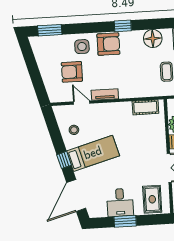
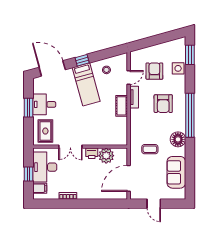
window: (123, 26) -> (190, 115), width x3.17
armchair: (108, 44) -> (163, 104), moved
side table: (82, 47) -> (178, 68), moved
cot: (145, 107) -> (122, 106), moved
rug: (152, 199) -> (45, 131), turned 90

